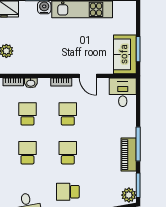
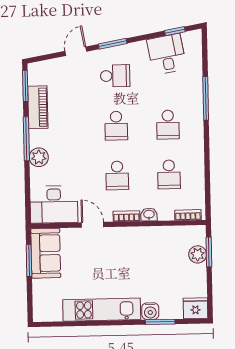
washbasin: (31, 83) -> (149, 215), moved
desk: (123, 92) -> (54, 204), width x1.37
piano: (129, 155) -> (38, 107), moved
plant: (129, 195) -> (39, 157), moved

